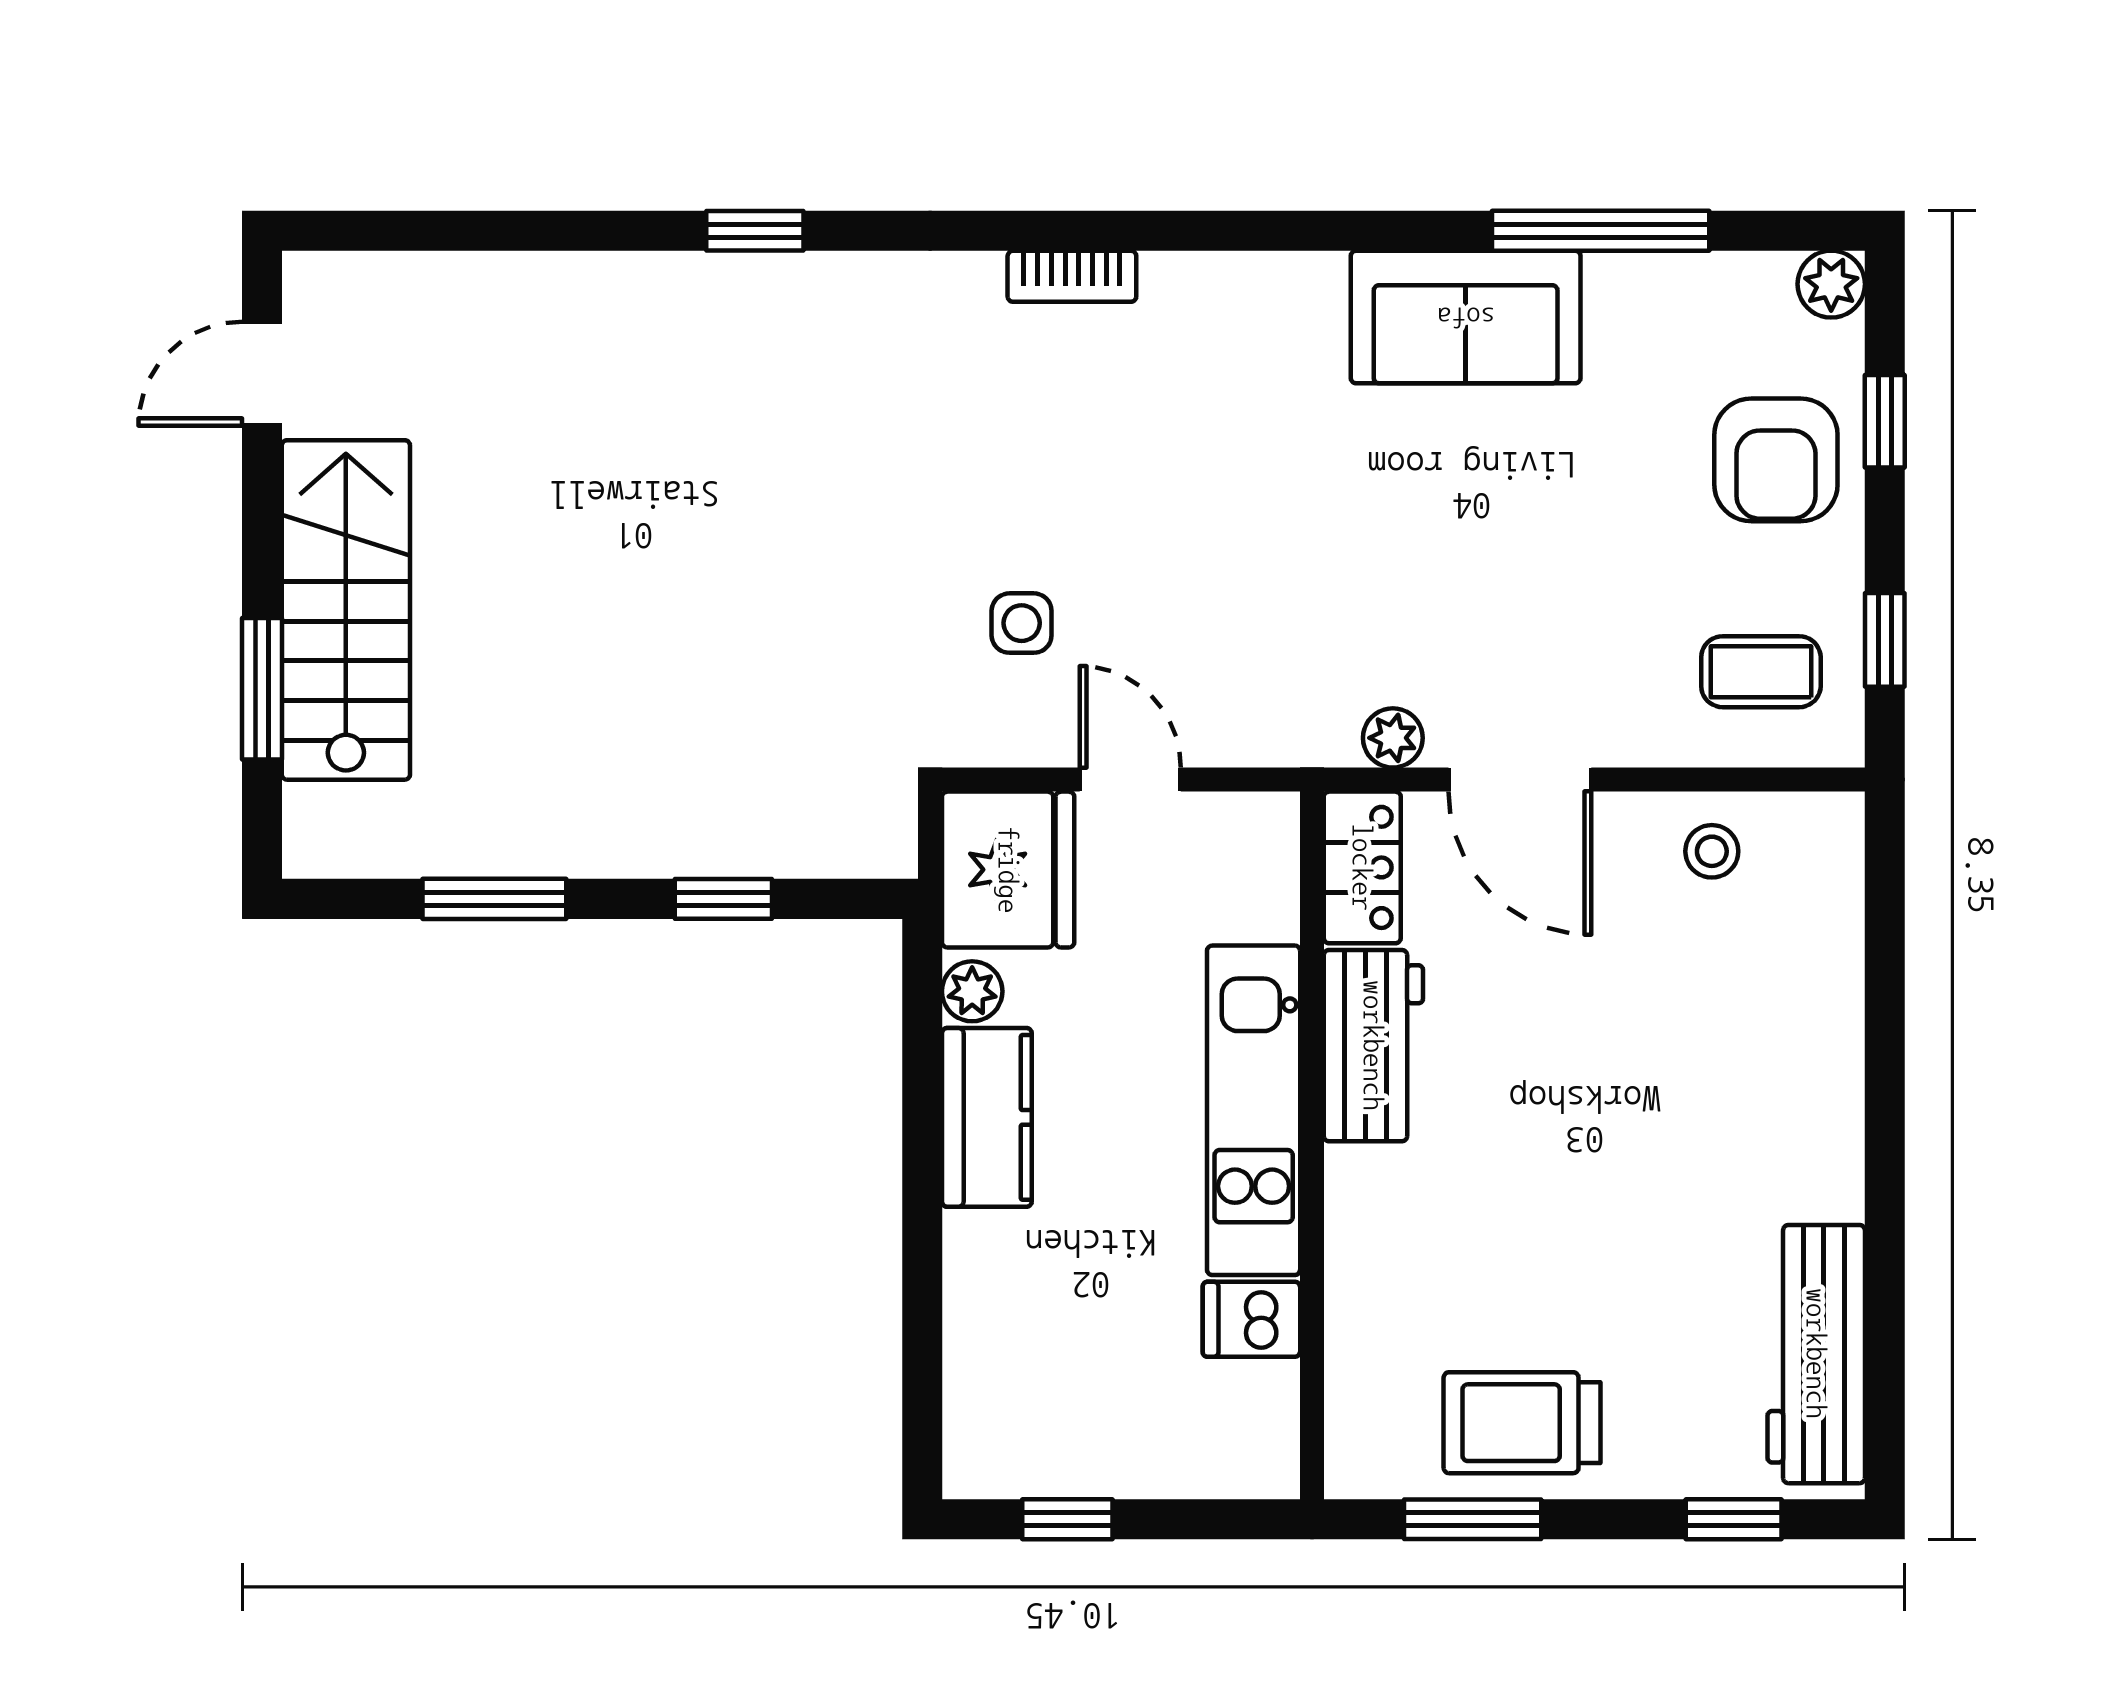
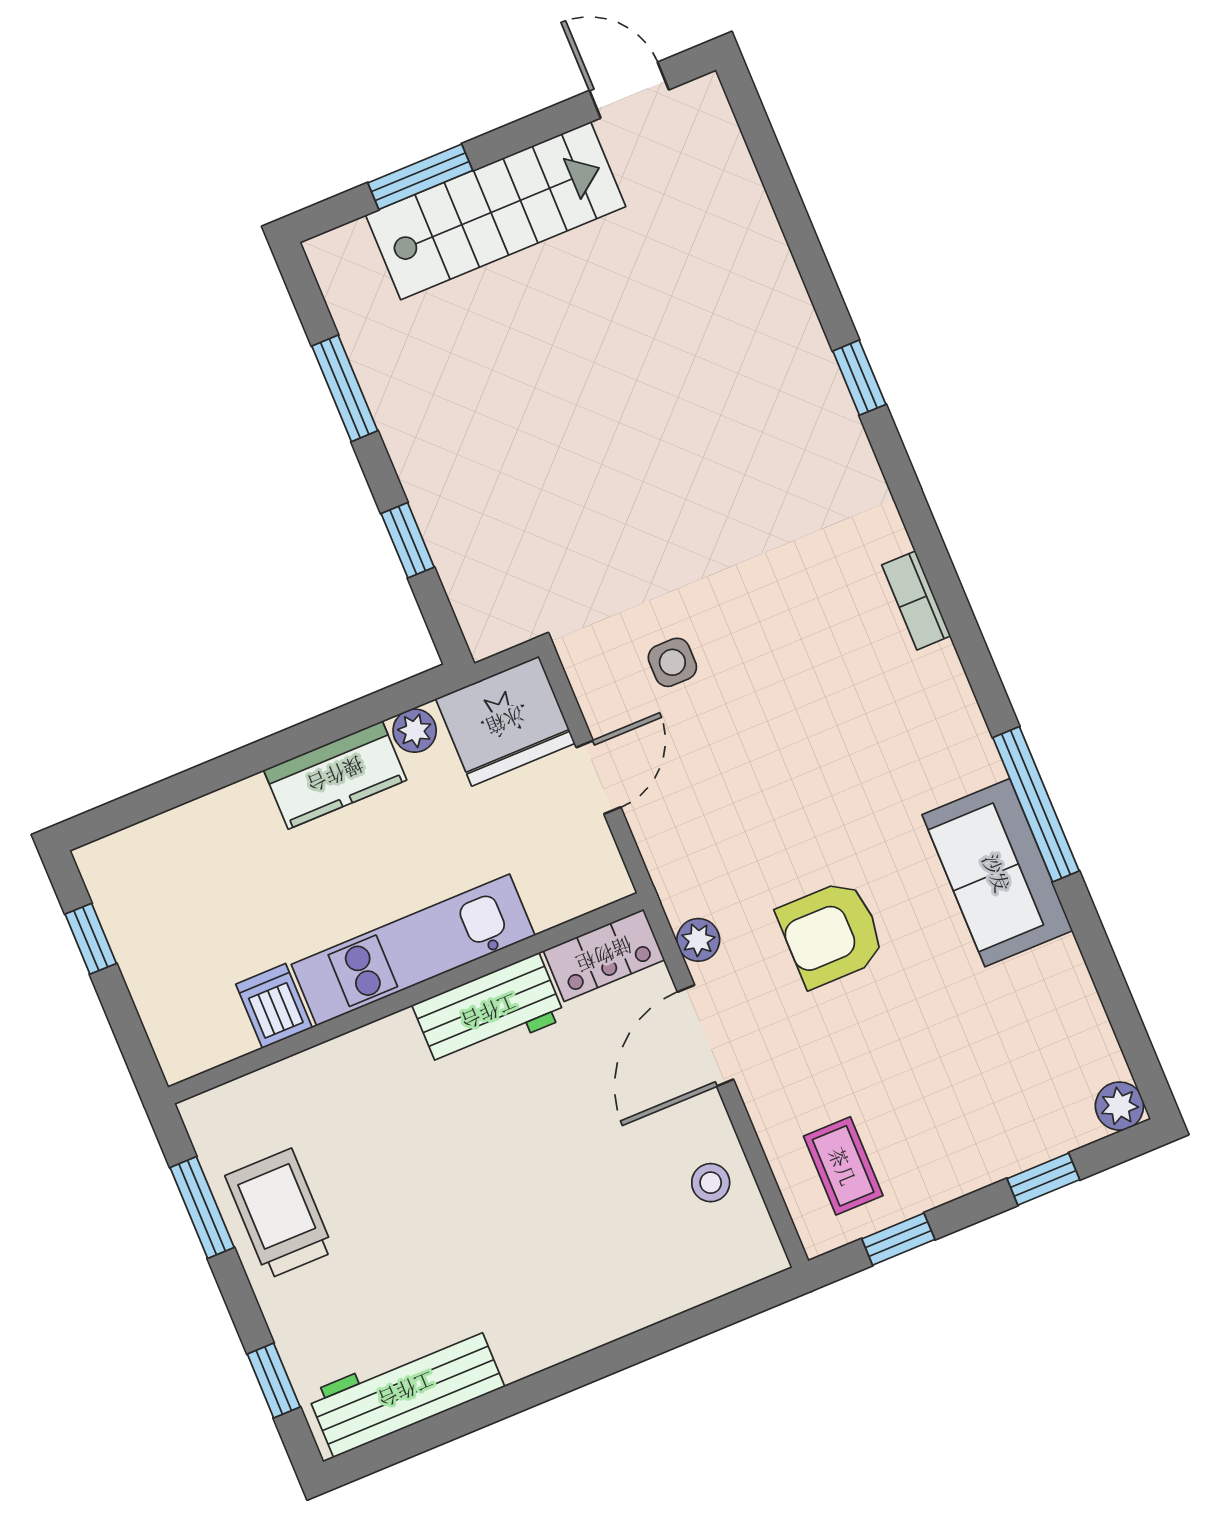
window: (1601, 231) -> (1036, 804), moved
armchair: (1776, 460) -> (831, 934), moved

